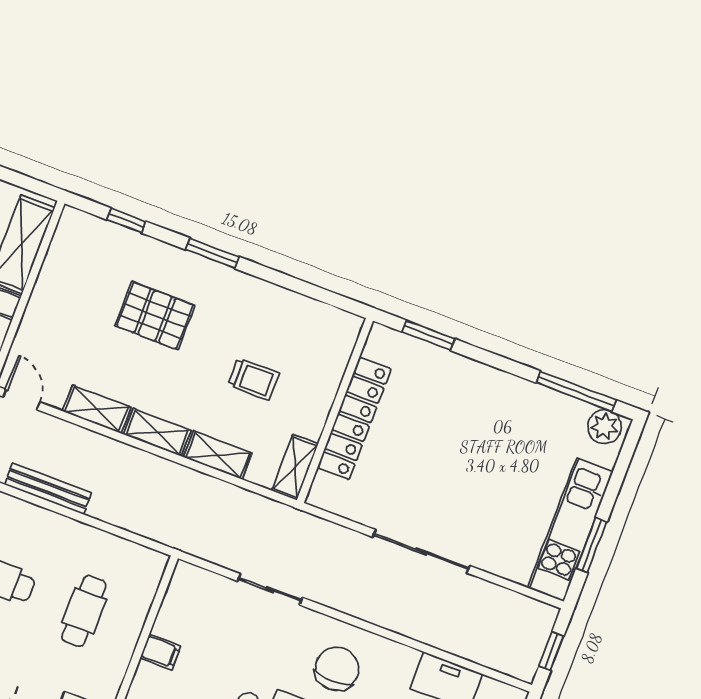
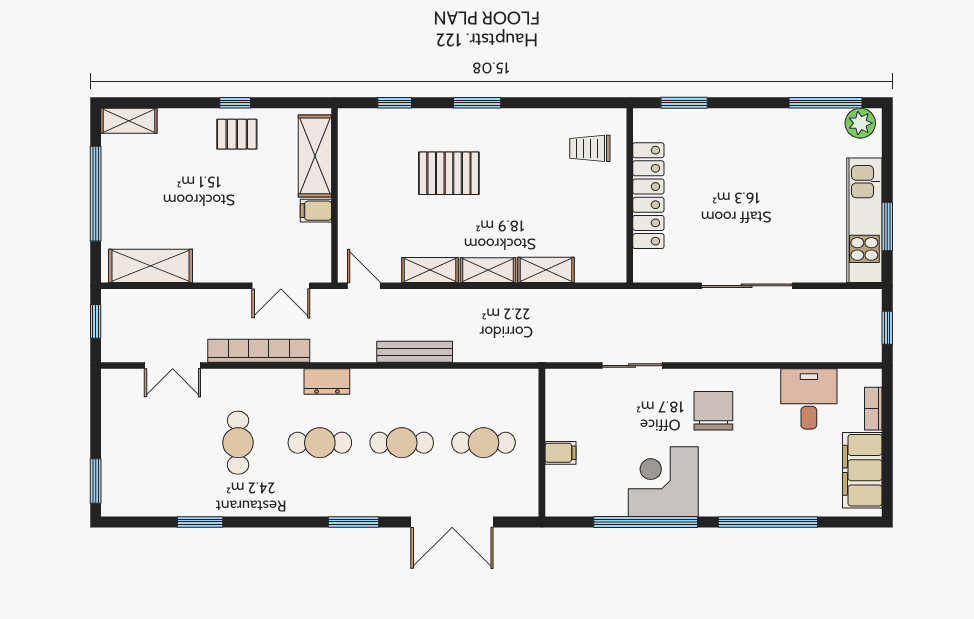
trolley: (253, 379) -> (590, 148), moved, turned 180
shelving: (295, 467) -> (614, 255), removed
cafe table: (84, 611) -> (484, 443), turned 90

